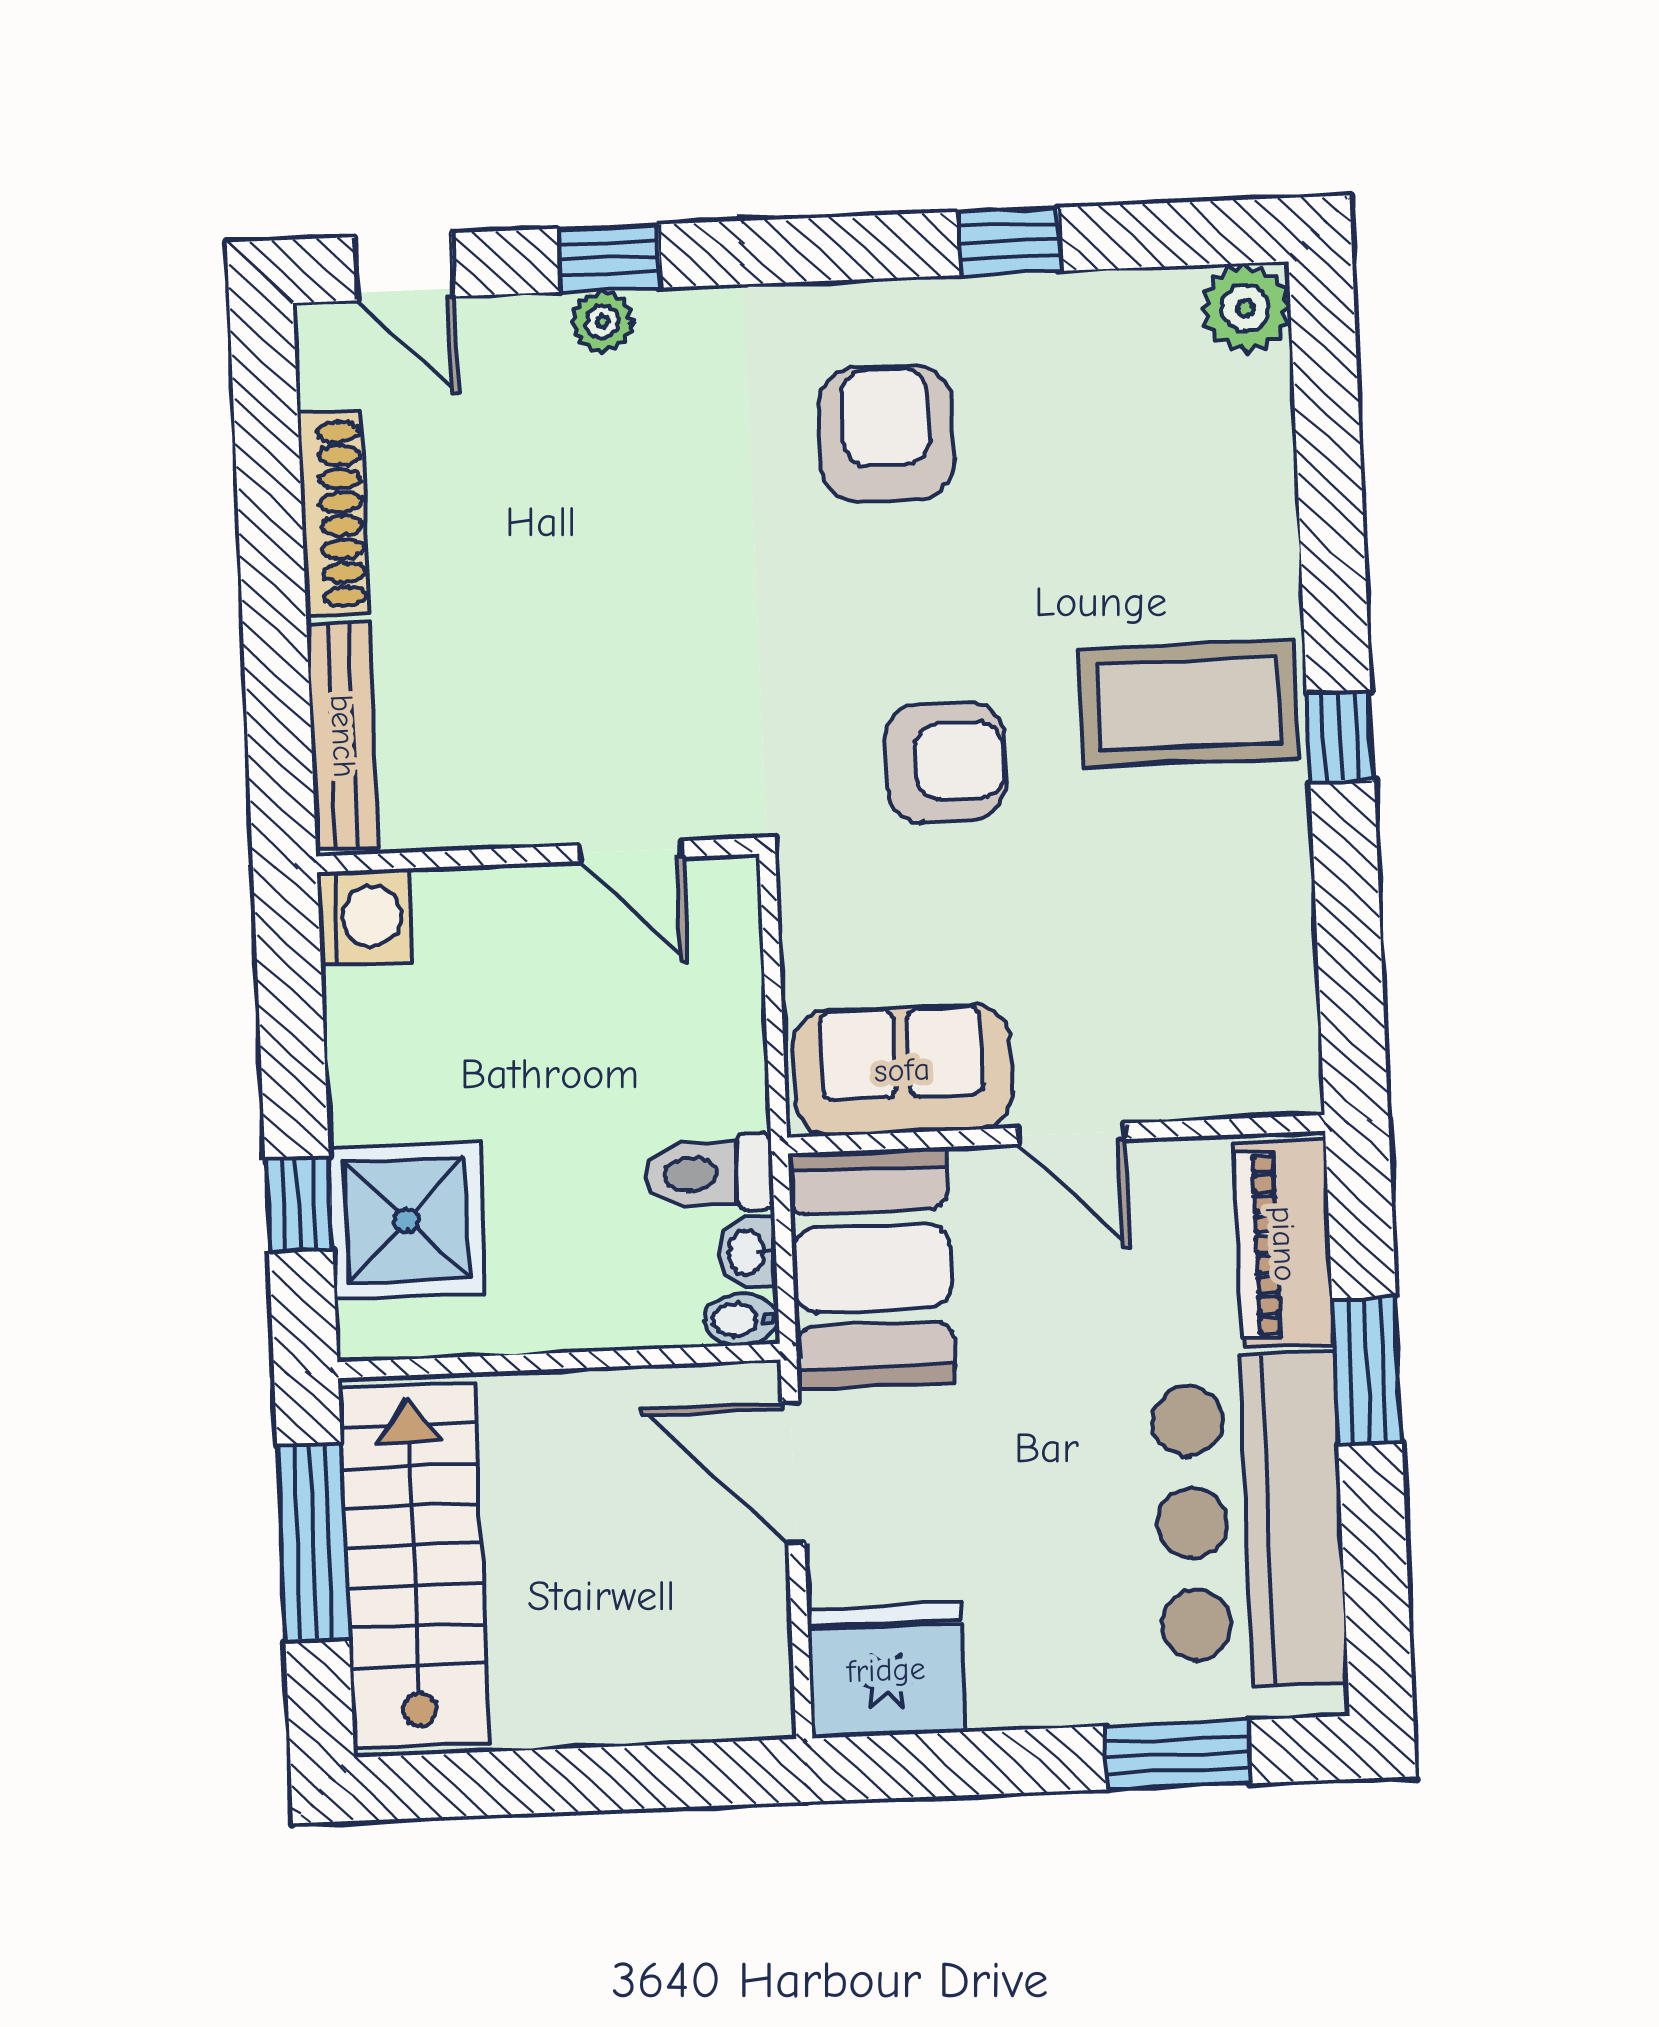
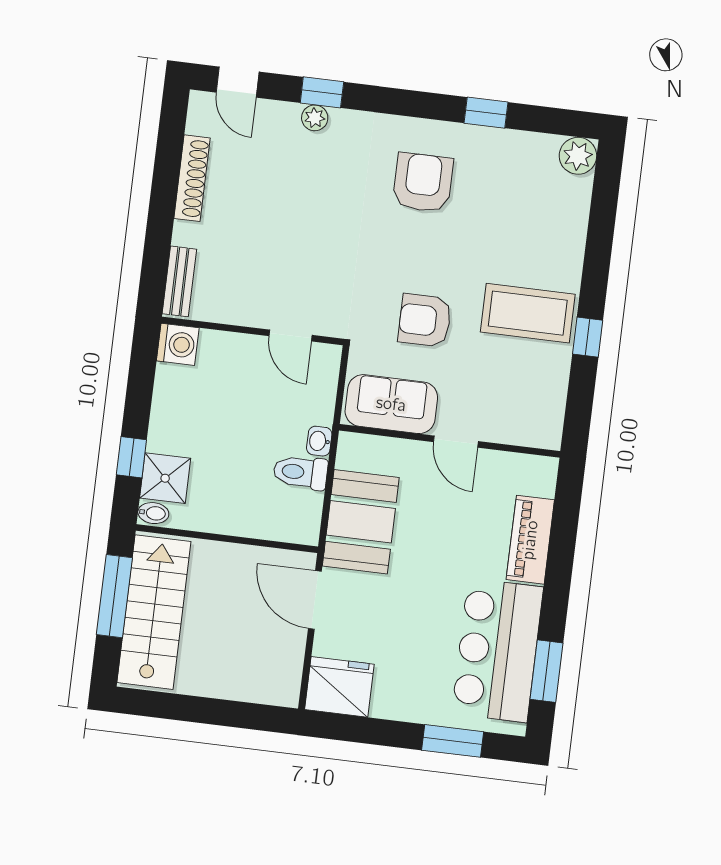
bench: (343, 736) -> (179, 281), width x0.73
armchair: (945, 762) -> (425, 320), turned 180
sofa: (902, 1070) -> (391, 404), moved
wall: (1056, 1134) -> (450, 441), moved
door: (1071, 1134) -> (456, 442), moved
shower: (407, 1220) -> (165, 478), width x0.73, depth x0.73
washbasin: (748, 1252) -> (319, 441), moved
bidet: (741, 1320) -> (153, 513), moved, turned 180
window: (1367, 1371) -> (547, 671), moved

